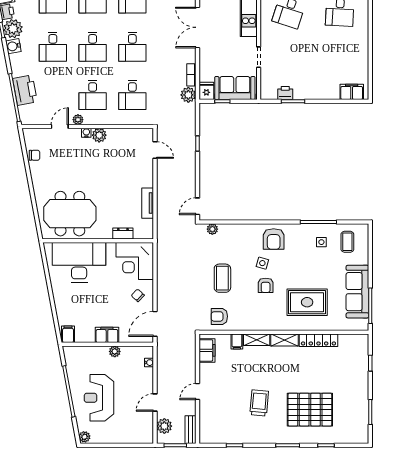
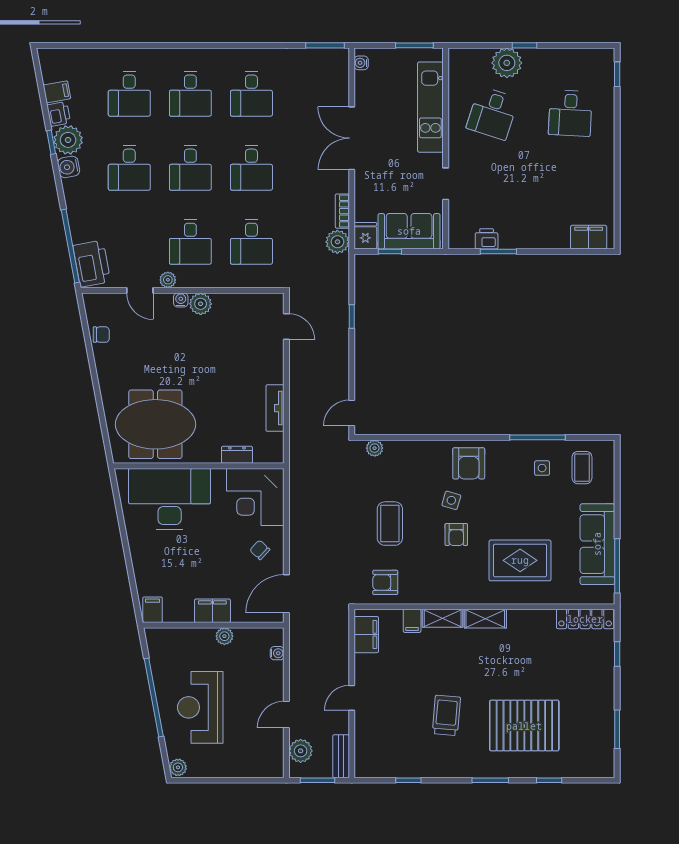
printer: (25, 90) -> (92, 264), moved
door: (60, 126) -> (140, 290), swing flipped
locker: (318, 340) -> (585, 619), moved

